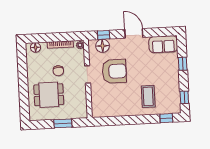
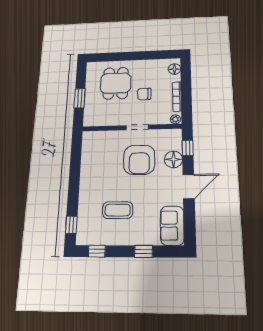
floor lamp: (102, 46) -> (173, 159), moved
coffee table: (148, 96) -> (118, 210), moved

